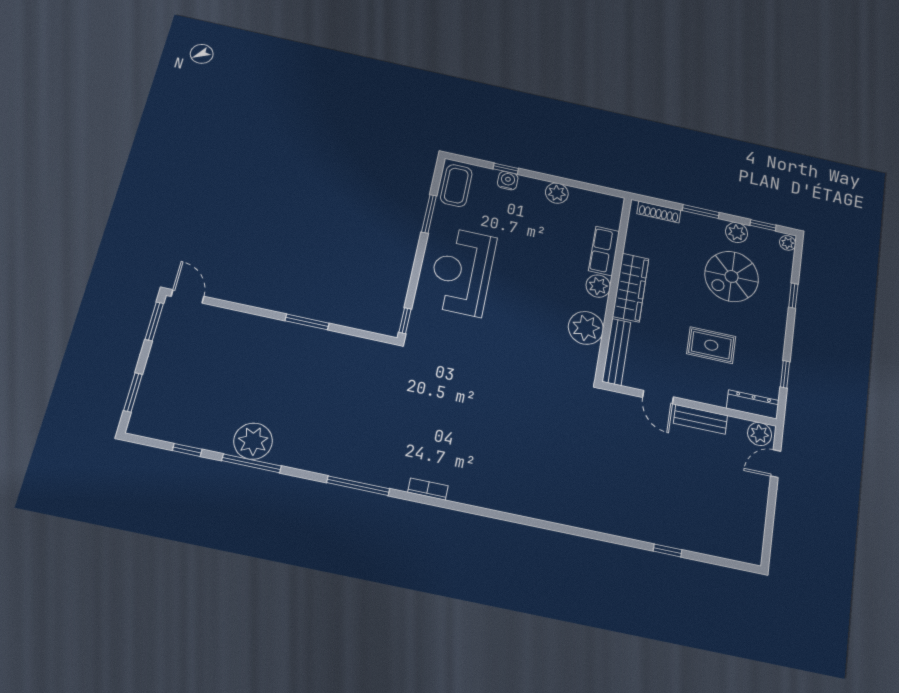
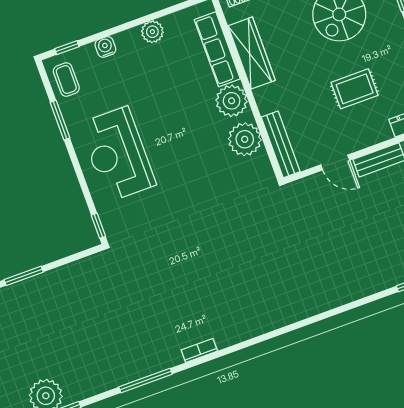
window: (506, 169) -> (67, 48), moved
coffee table: (456, 186) -> (66, 80), width x0.73, depth x0.77
row of seats: (604, 251) -> (217, 49), width x1.48
plant: (598, 286) -> (232, 101), width x1.36, depth x1.36
wardrobe: (631, 287) -> (252, 53), moved

